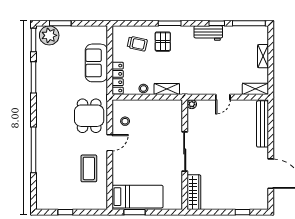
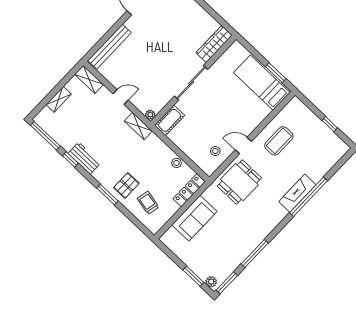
plant: (49, 35) -> (211, 282), width x0.53, depth x0.53
shelving: (167, 89) -> (138, 126), moved
cot: (175, 113) -> (170, 120), added
fireplace: (43, 145) -> (297, 193), added

